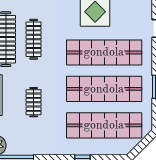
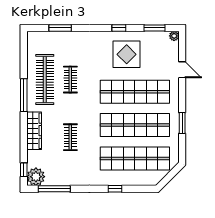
clothes rail: (34, 39) -> (70, 80), width x0.73

